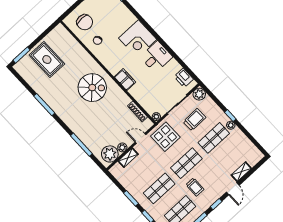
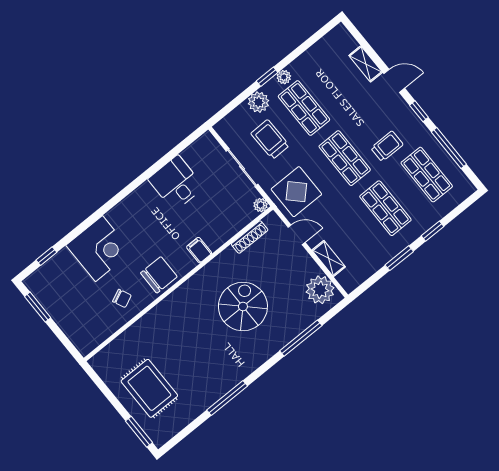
chair: (85, 22) -> (159, 275), moved
corner desk: (138, 39) -> (99, 249), moved
desk: (156, 57) -> (176, 183), moved
rug: (47, 60) -> (149, 388), turned 90
printer: (184, 78) -> (197, 153), removed
filing cabinet: (125, 80) -> (199, 250), width x0.50
spiral stairs: (92, 88) -> (243, 306), moved
plant: (199, 94) -> (258, 102), moved
door: (141, 138) -> (297, 235), swing flipped
plant: (122, 147) -> (310, 267), removed

